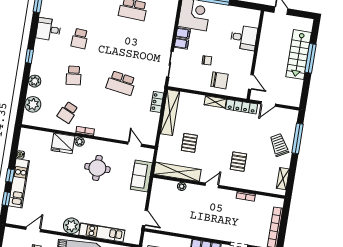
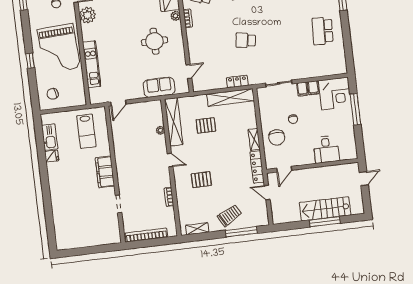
school desk: (121, 83) -> (246, 40), width x0.54
plant: (71, 226) -> (87, 15), moved

